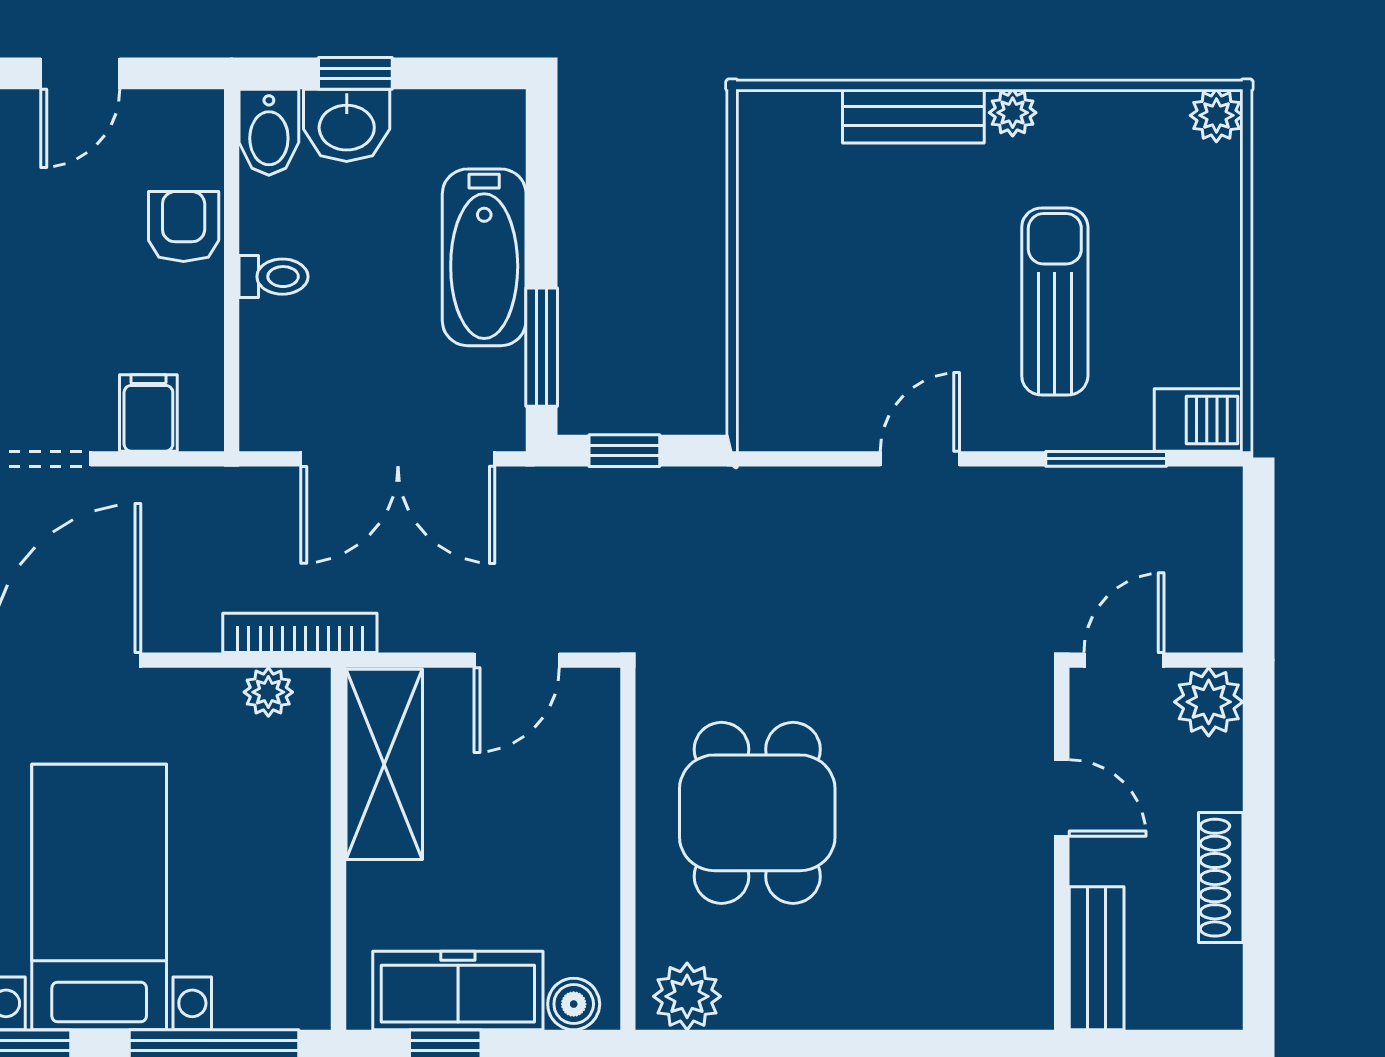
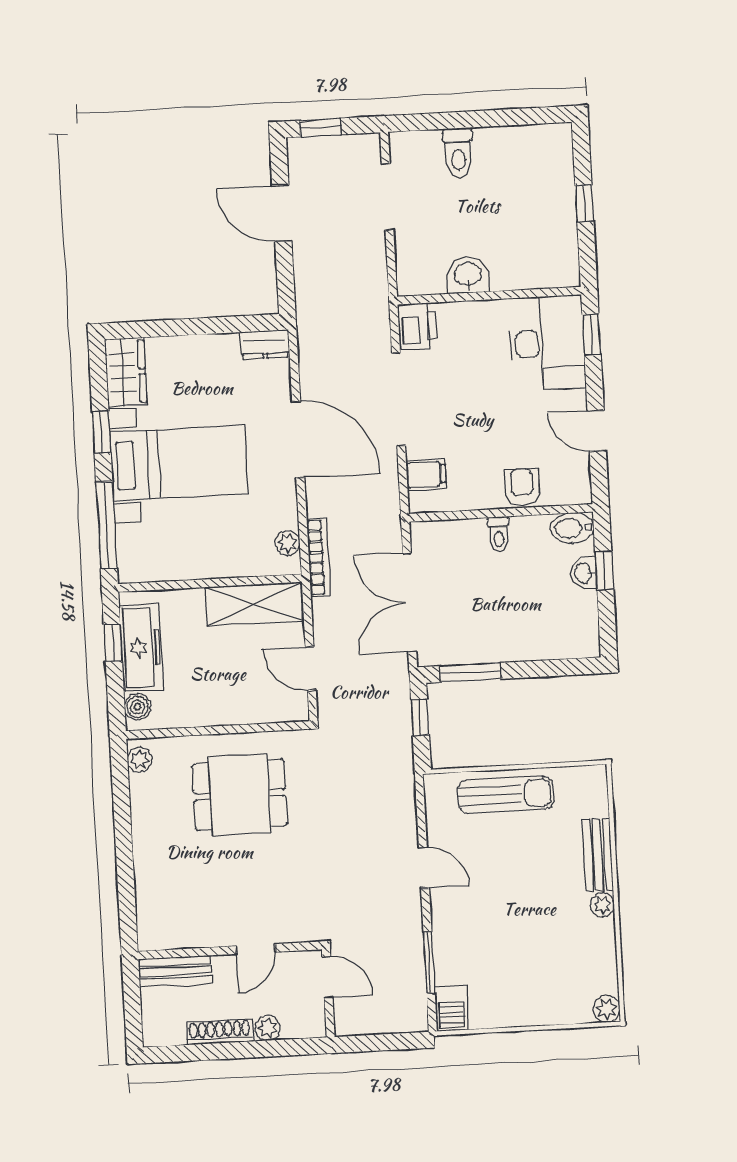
washbasin: (347, 125) -> (584, 573), width x0.72, depth x0.69
armchair: (184, 226) -> (522, 487), turned -90
bathtub: (484, 257) -> (514, 641), removed
sun lounger: (1055, 302) -> (506, 795), moved
plant: (1209, 702) -> (268, 1028), moved, width x0.73, depth x0.73
plant: (687, 996) -> (140, 760), width x0.73, depth x0.73

